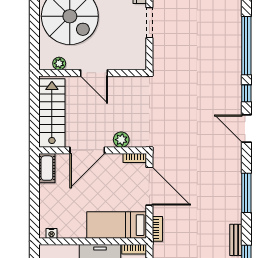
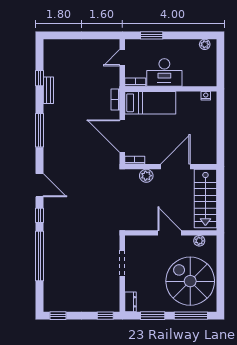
doorway: (149, 23) -> (122, 263), moved
cot: (47, 168) -> (210, 151), removed

